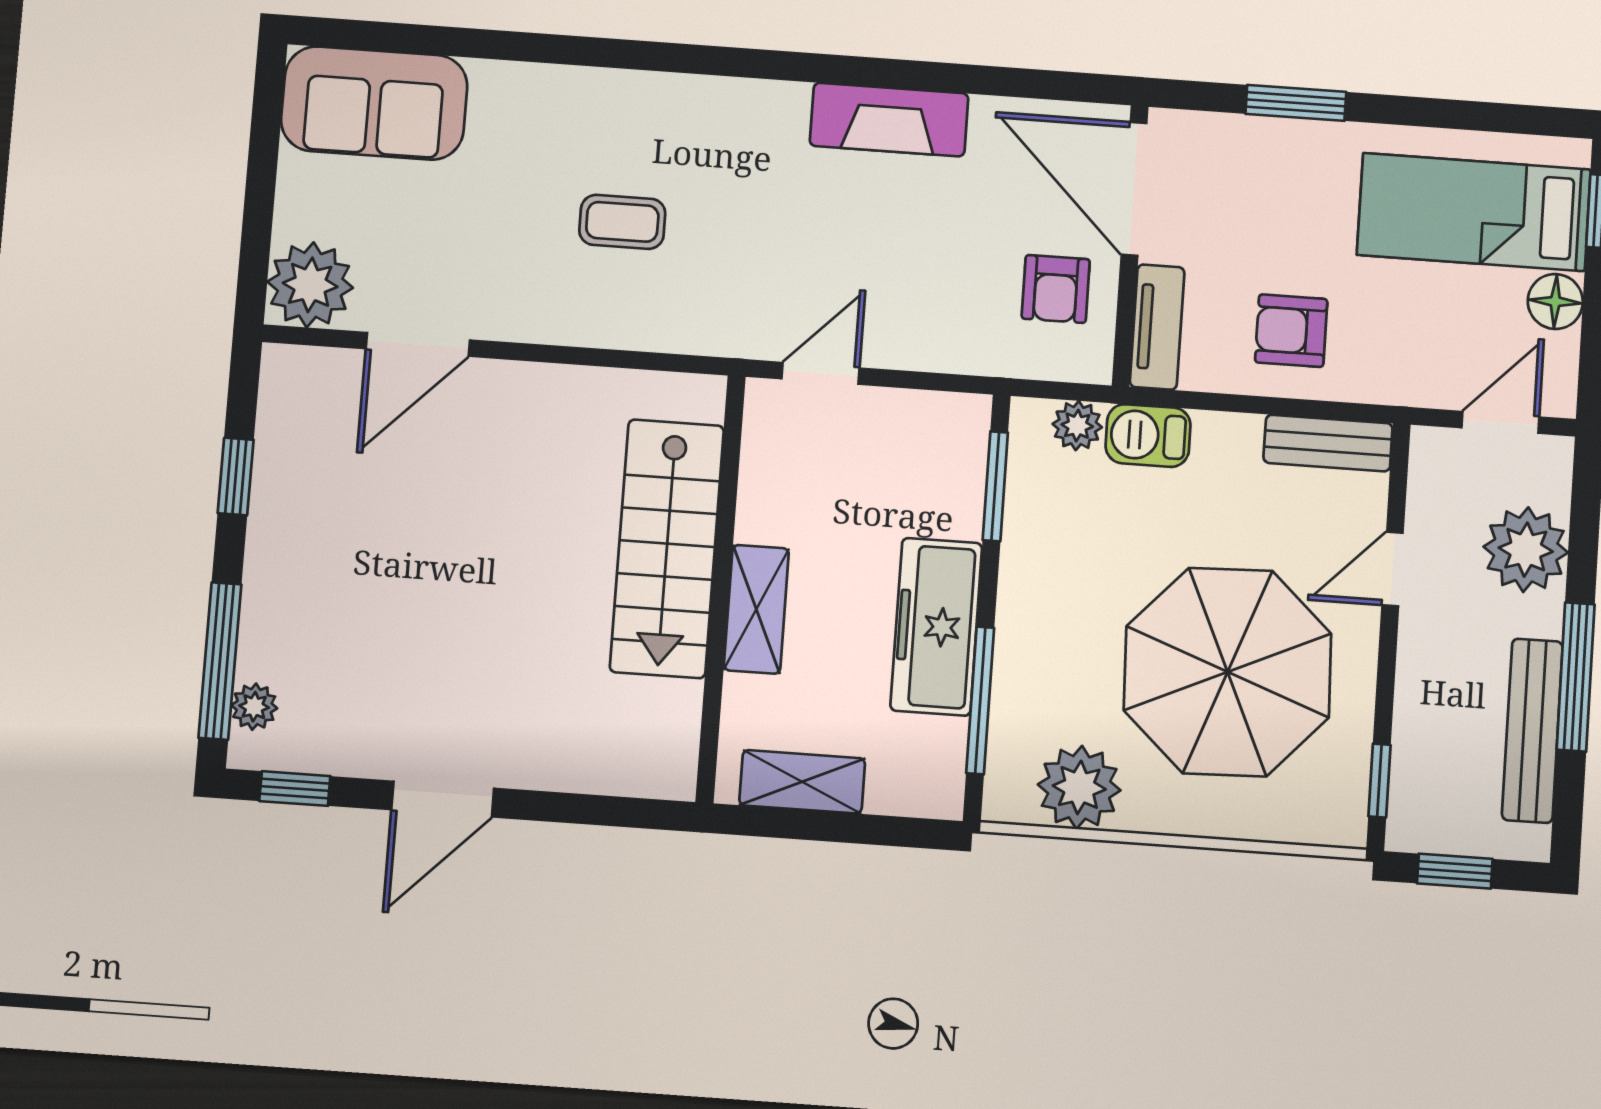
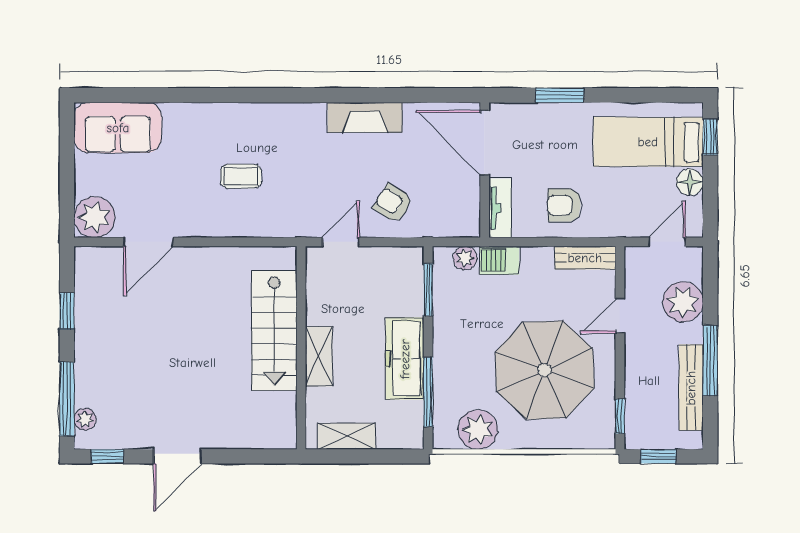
armchair: (1056, 289) -> (393, 203), moved, turned 122

